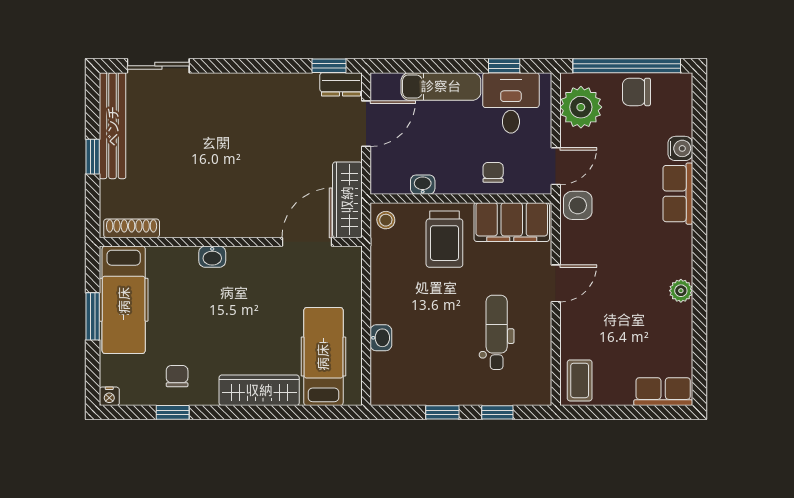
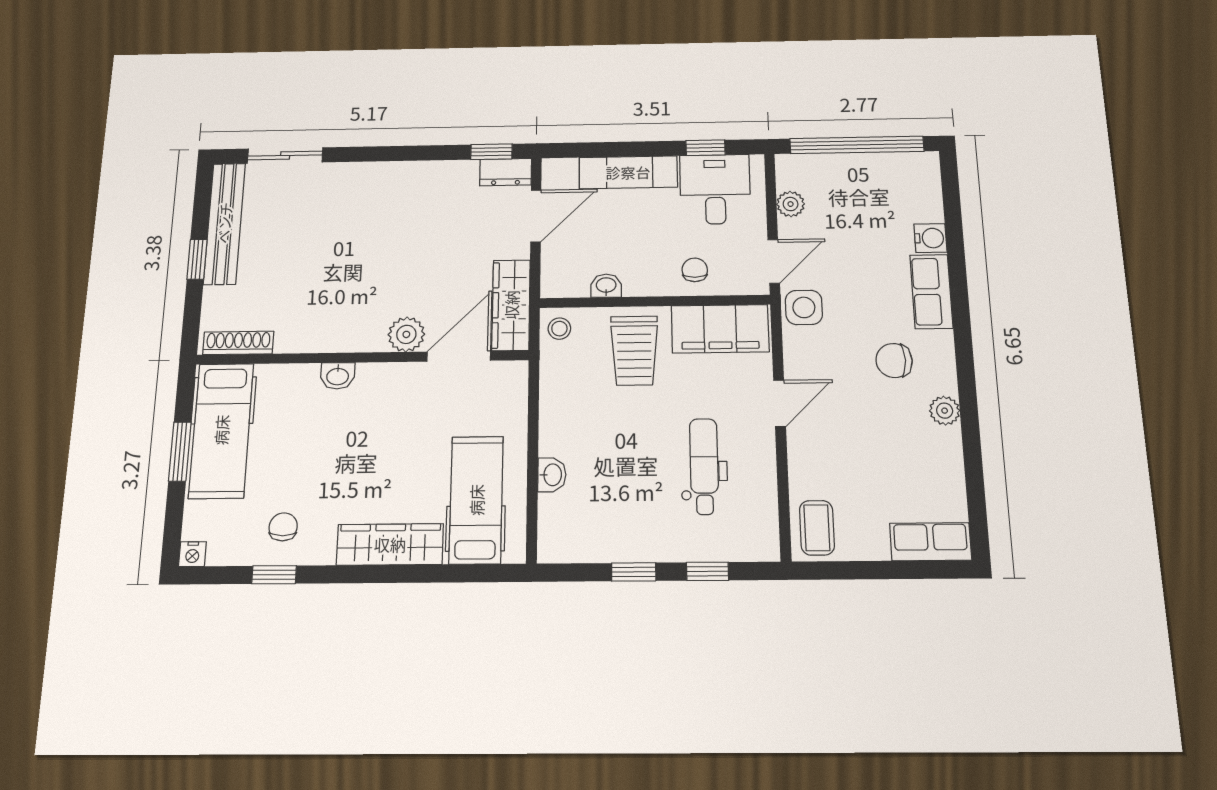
chair: (636, 92) -> (894, 361), moved
plant: (581, 107) -> (791, 204), width x0.53, depth x0.53
plant: (265, 223) -> (406, 334), added

